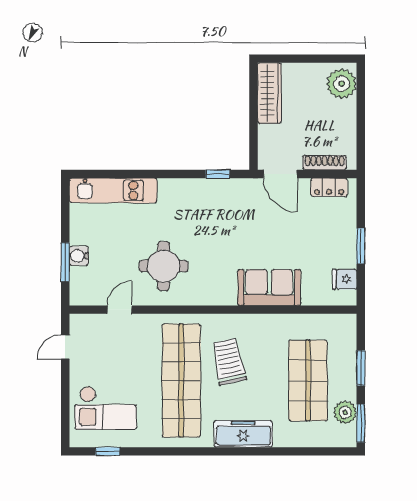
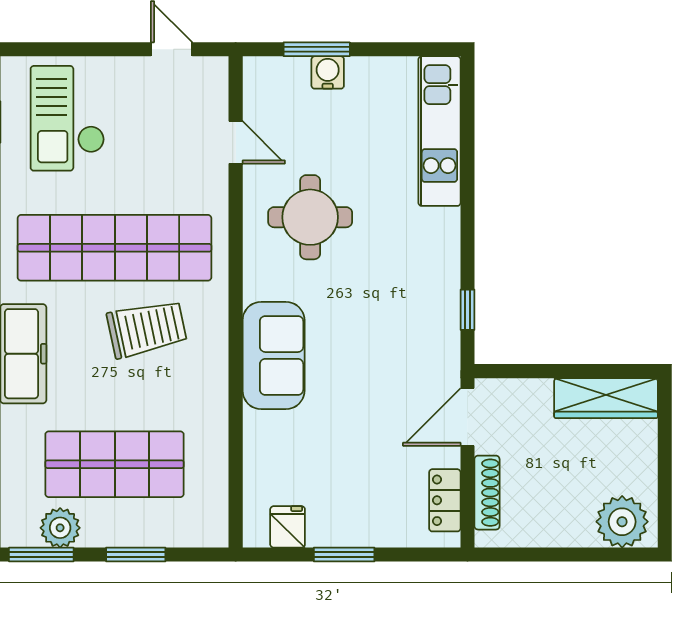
sofa: (269, 287) -> (274, 355), moved

